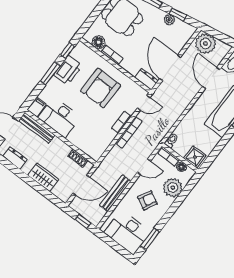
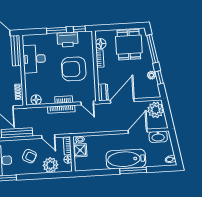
filing cabinet: (37, 107) -> (29, 40), removed
floor lamp: (99, 148) -> (36, 100), added
shower: (195, 157) -> (80, 150), moved

